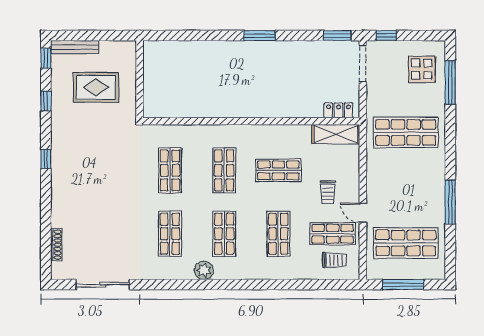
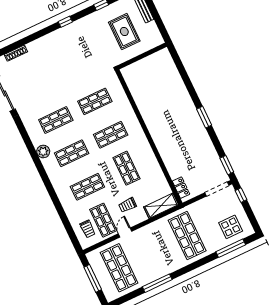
shelving: (336, 134) -> (161, 206), moved, turned 90

